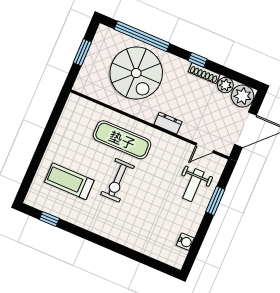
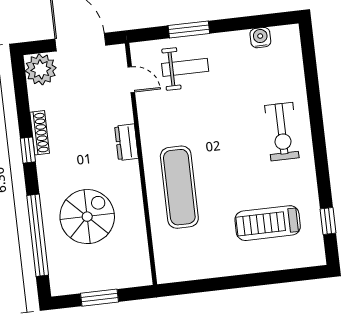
spiral stairs: (136, 73) -> (87, 217), width x0.73, depth x0.73
plant: (225, 85) -> (39, 98), removed
exercise bike: (118, 180) -> (282, 132), moved, turned 90
treadmill: (69, 181) -> (268, 223), turned 90

